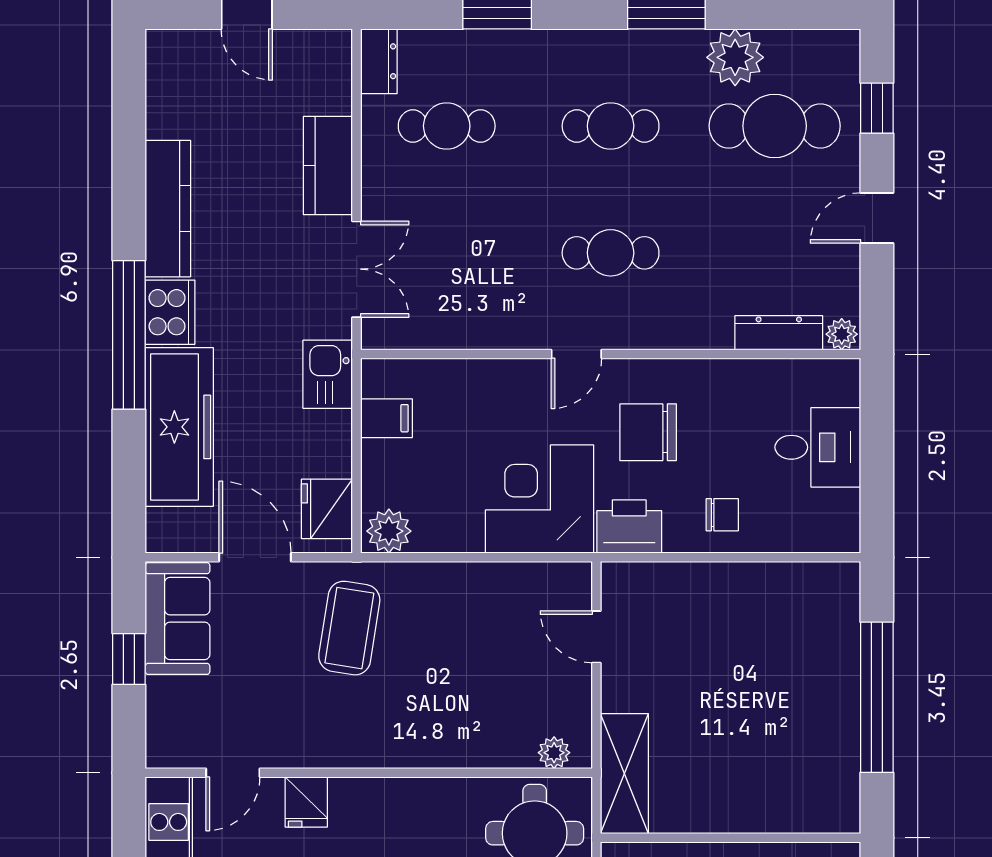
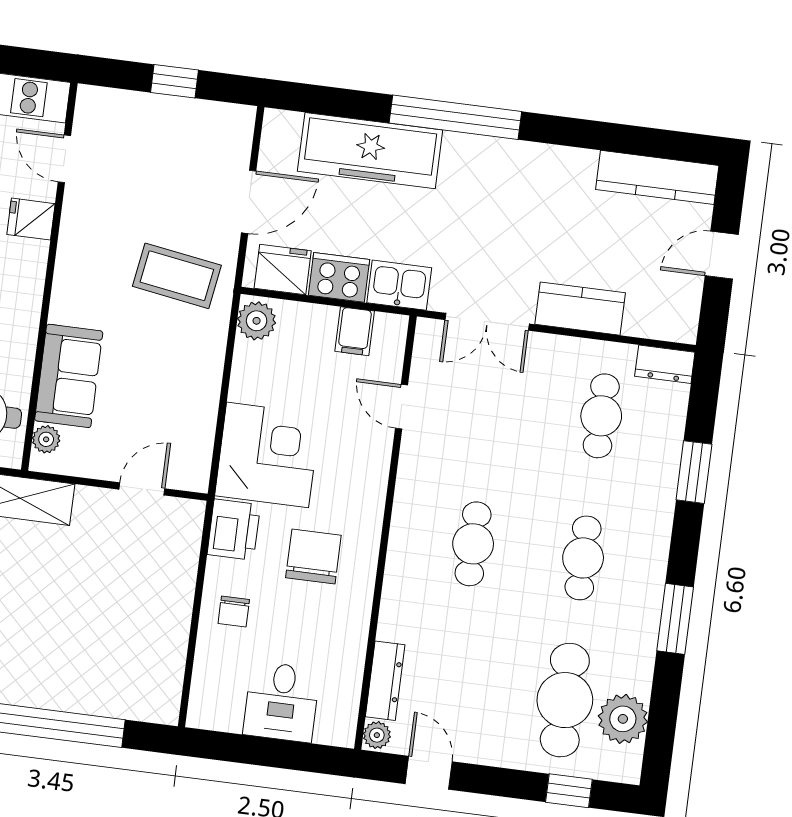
plant: (735, 57) -> (623, 719), moved
kitchen counter: (168, 209) -> (657, 177), moved
door: (877, 218) -> (429, 773), moved
cooker: (170, 312) -> (339, 277), moved, turned 180
door: (576, 354) -> (401, 407), moved
sofa: (178, 619) -> (69, 376), moved, turned -90

